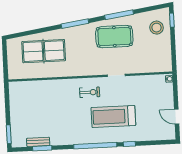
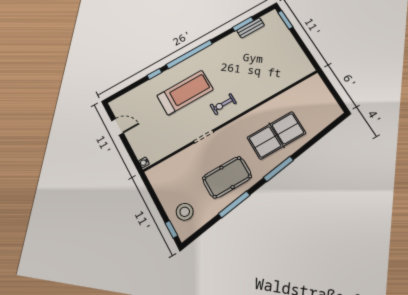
table tennis table: (44, 51) -> (276, 135), moved

